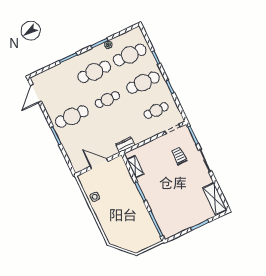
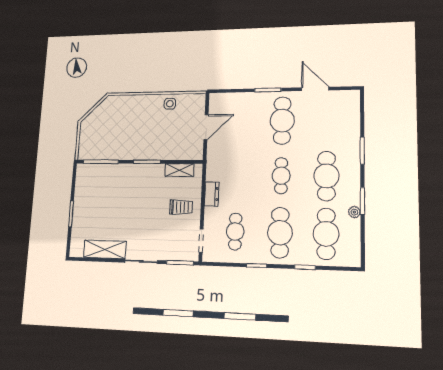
door: (36, 93) -> (315, 89), moved
dresser: (125, 145) -> (212, 194), moved
trolley: (179, 156) -> (181, 207), moved
shelving: (215, 199) -> (105, 249), moved

